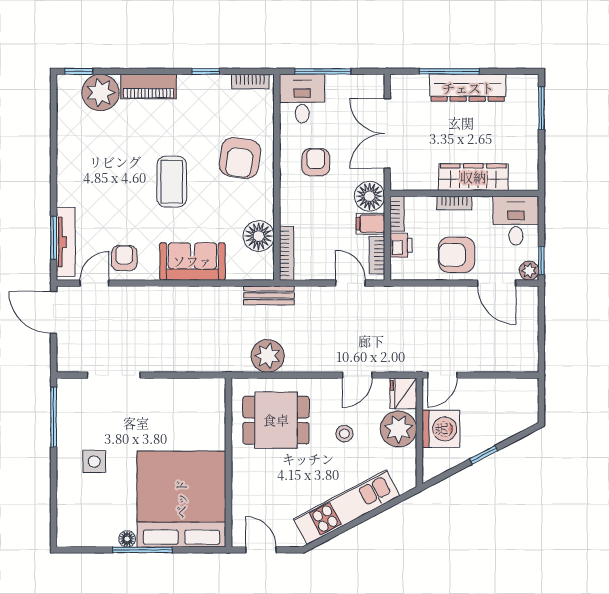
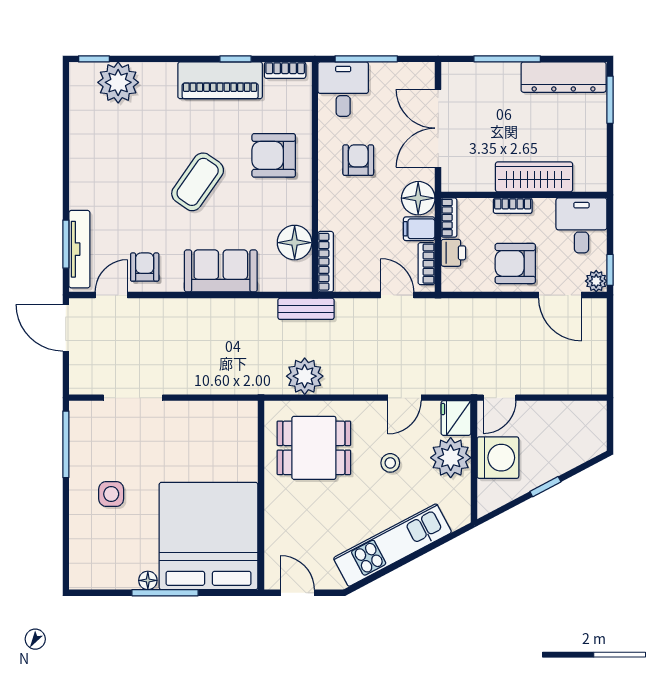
piano: (149, 87) -> (220, 80), moved, width x1.37, depth x1.33
dresser: (468, 88) -> (564, 77), moved
armchair: (240, 158) -> (274, 155), turned 82
coffee table: (172, 182) -> (198, 182), turned 35

